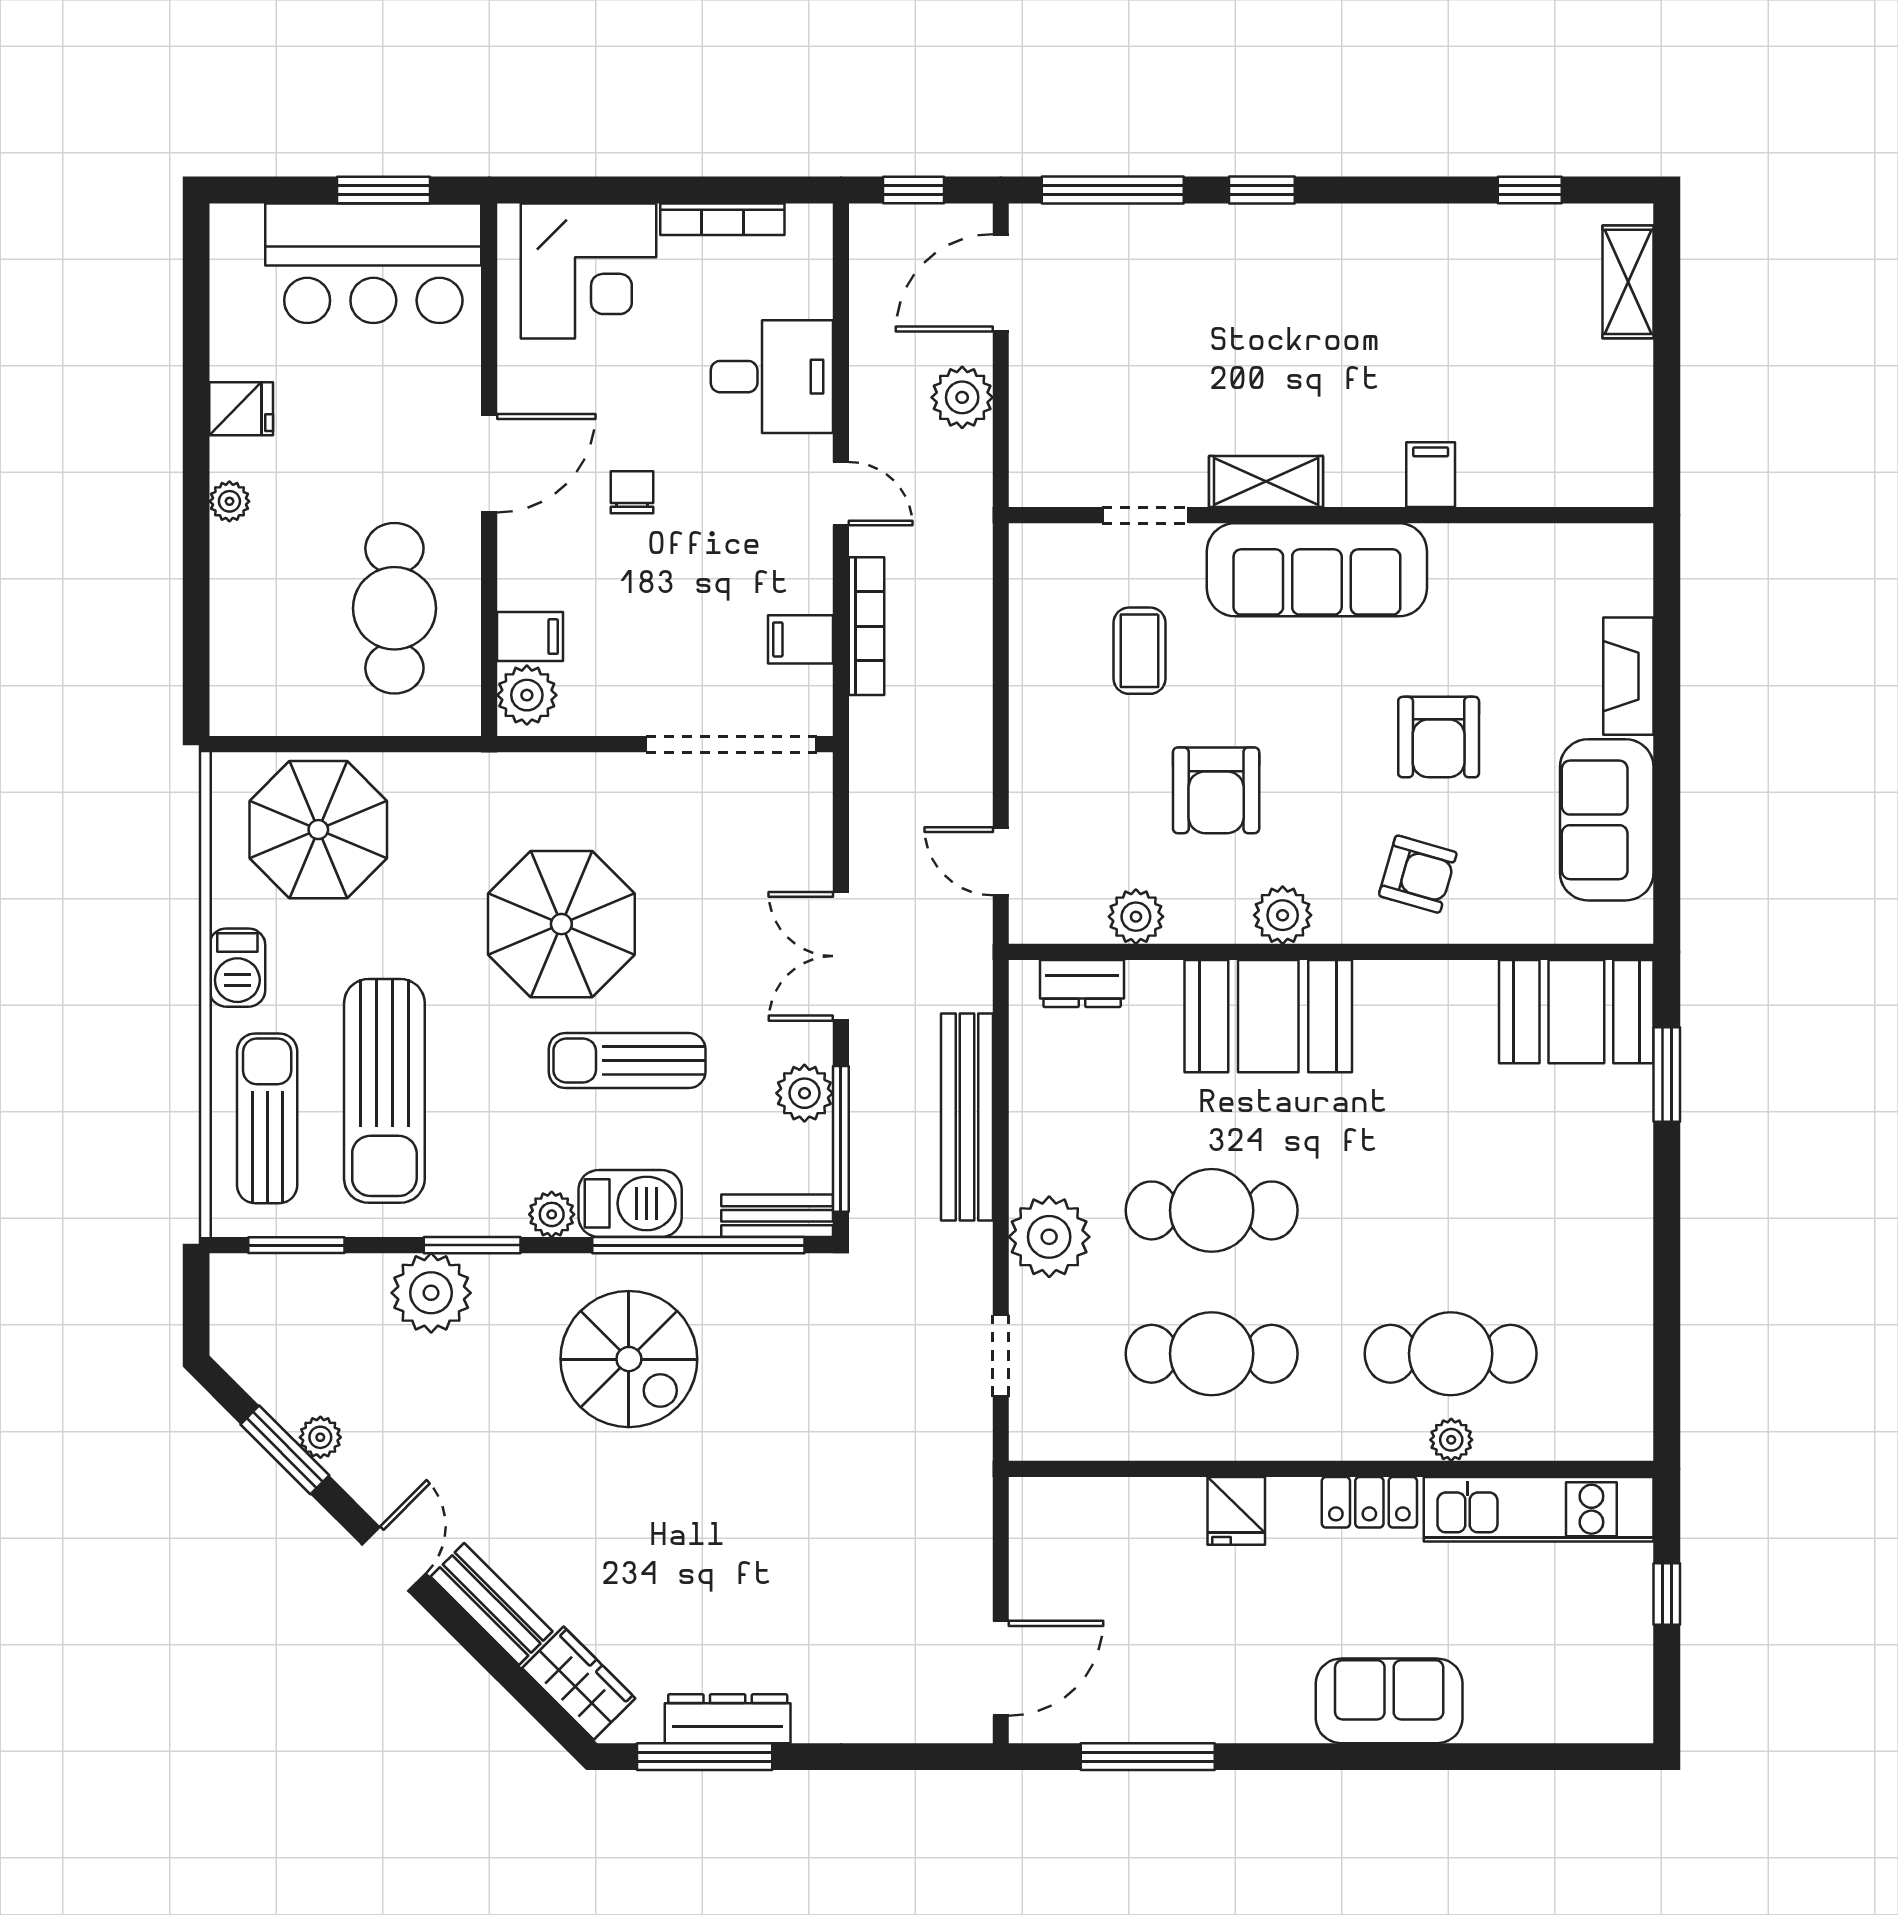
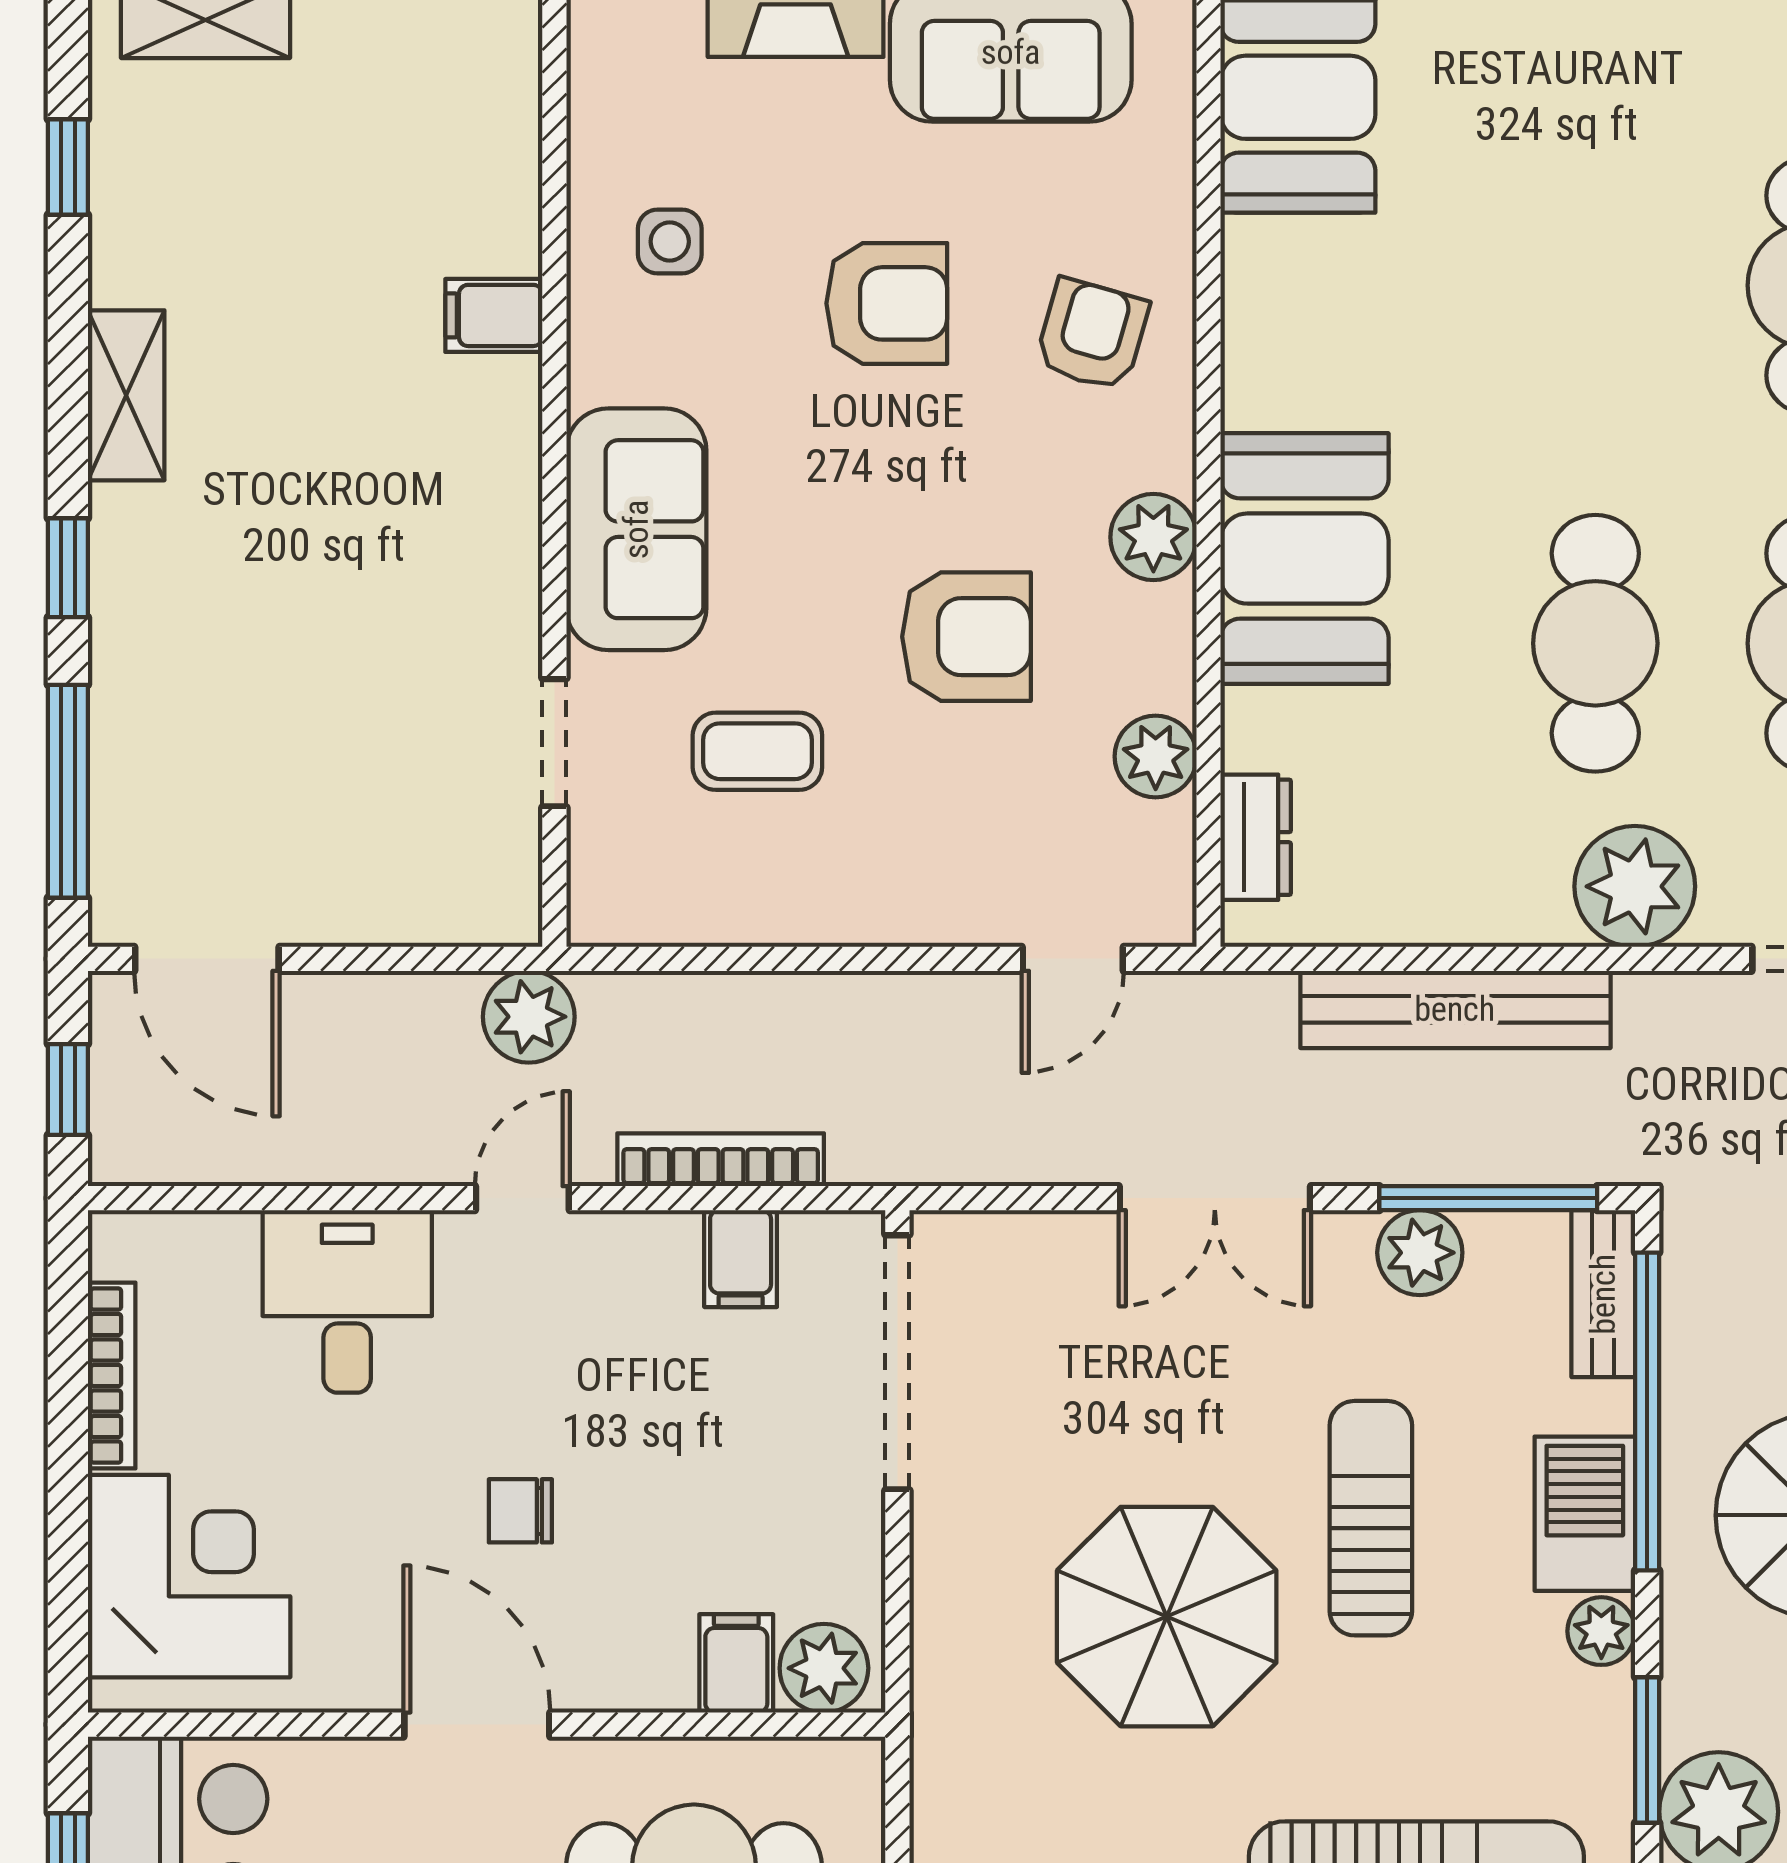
plant: (962, 397) -> (529, 1017), moved
shelving: (1266, 482) -> (126, 395), moved
sofa: (1317, 570) -> (636, 529), width x0.73
side table: (1480, 592) -> (670, 242), added
sun lounger: (627, 1060) -> (1371, 1518), turned 180

